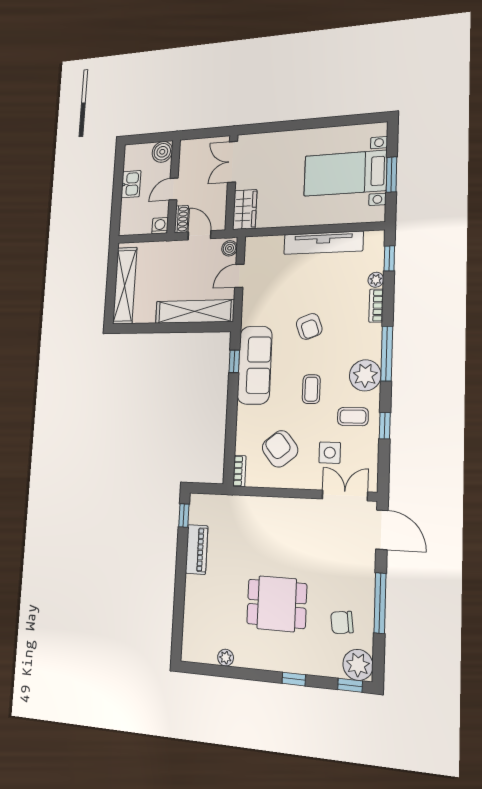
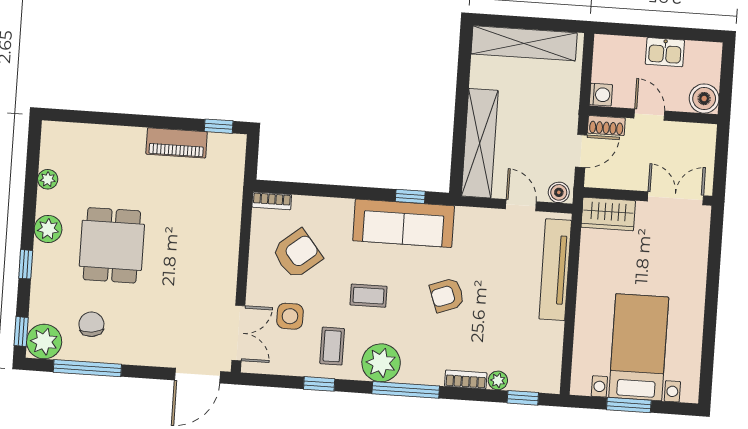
tv unit: (323, 243) -> (555, 270), moved
window: (380, 603) -> (87, 368), moved
plant: (265, 658) -> (48, 229), added

